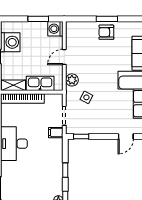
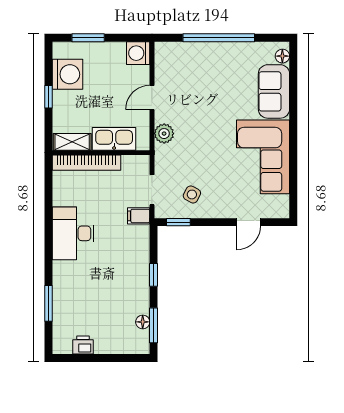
window: (38, 19) -> (88, 38), moved
window: (107, 19) -> (219, 38), width x2.11
armchair: (106, 32) -> (218, 59), removed
side table: (86, 97) -> (192, 194), moved

